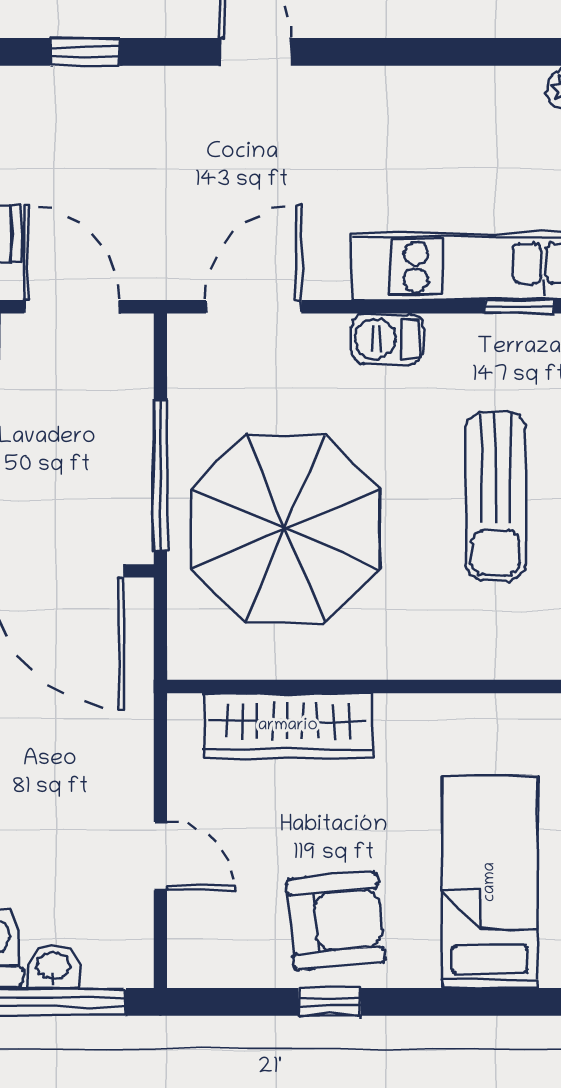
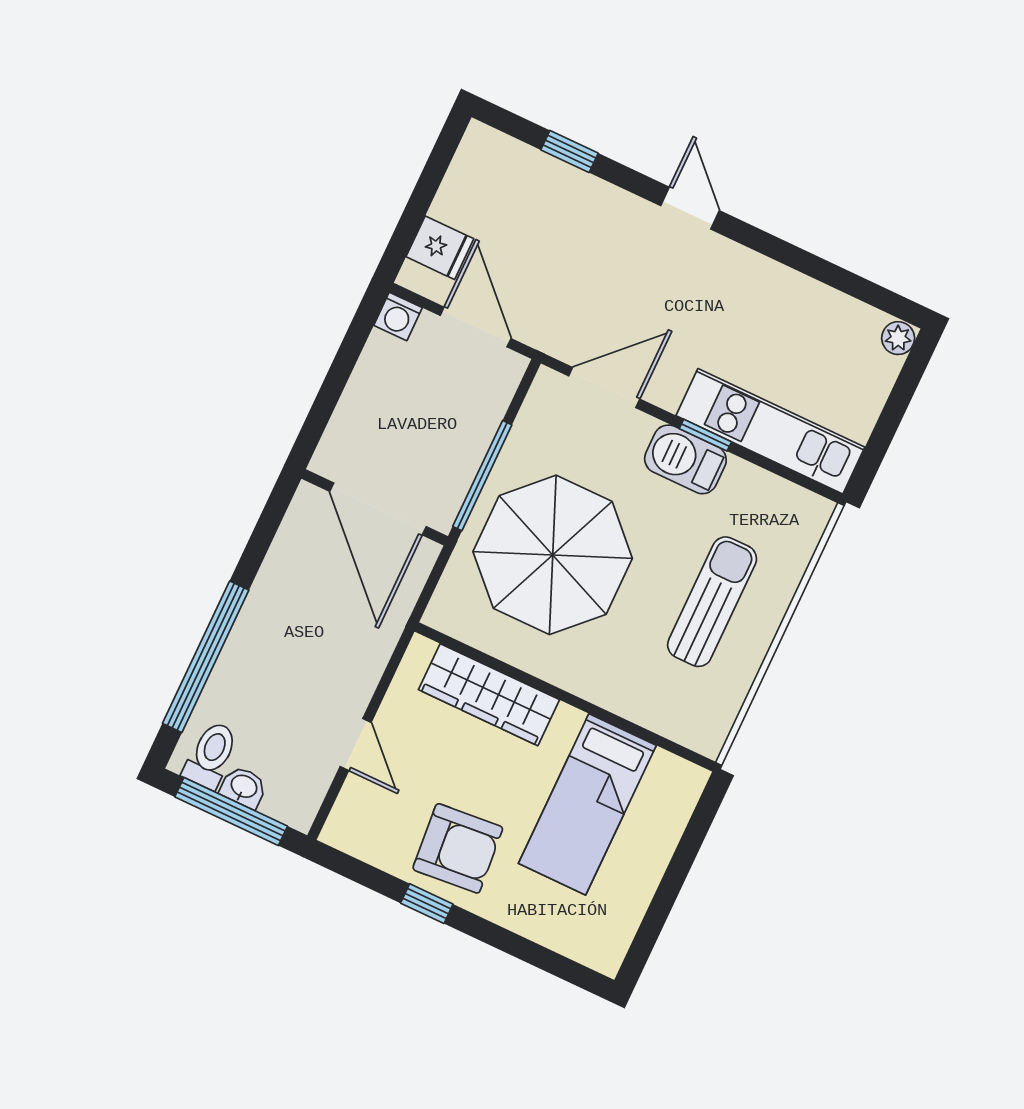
window: (520, 307) -> (705, 435), moved
barbecue: (387, 339) -> (685, 459), width x1.38, depth x1.27
sun lounger: (496, 496) -> (712, 602), turned 180
bed: (490, 882) -> (587, 804), moved, turned 180

